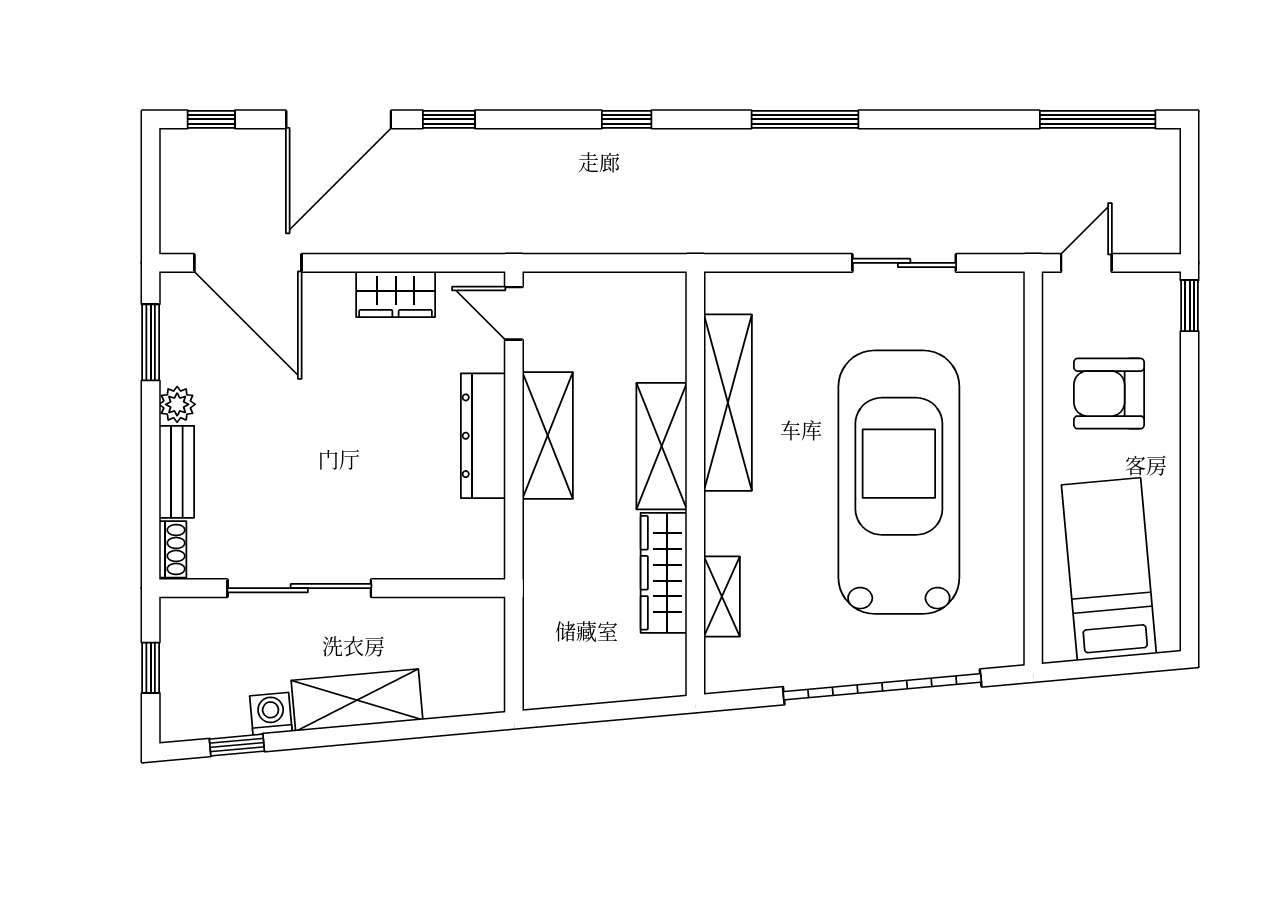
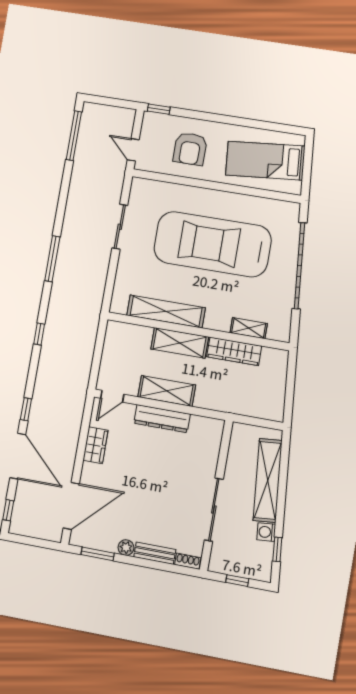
shelving: (357, 700) -> (268, 480), width x1.47

